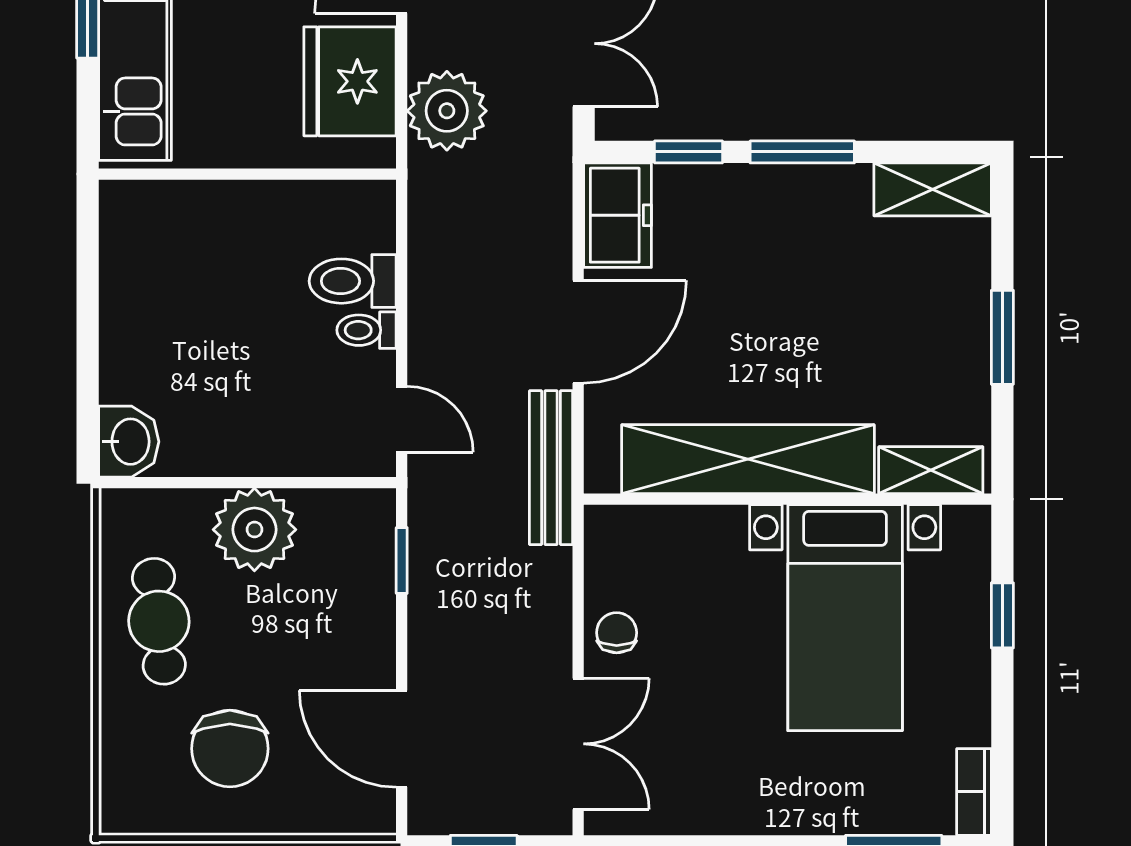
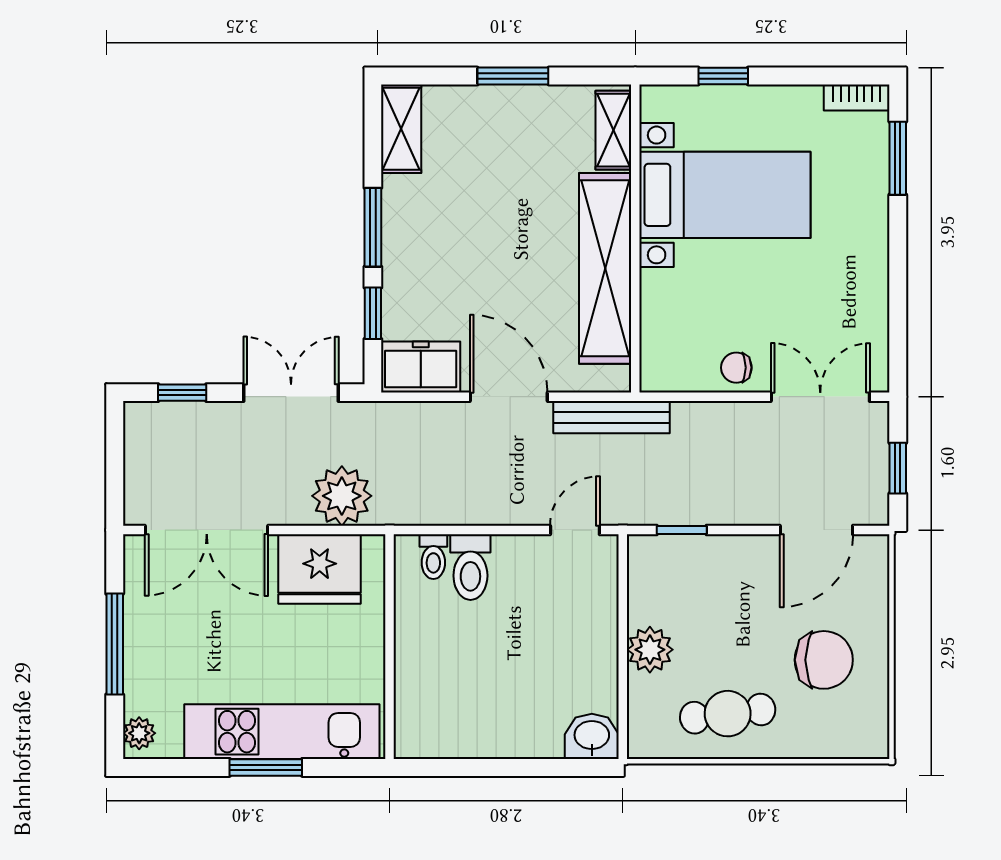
toilet: (366, 330) -> (433, 557), moved
plant: (254, 530) -> (650, 650), width x0.73, depth x0.73

